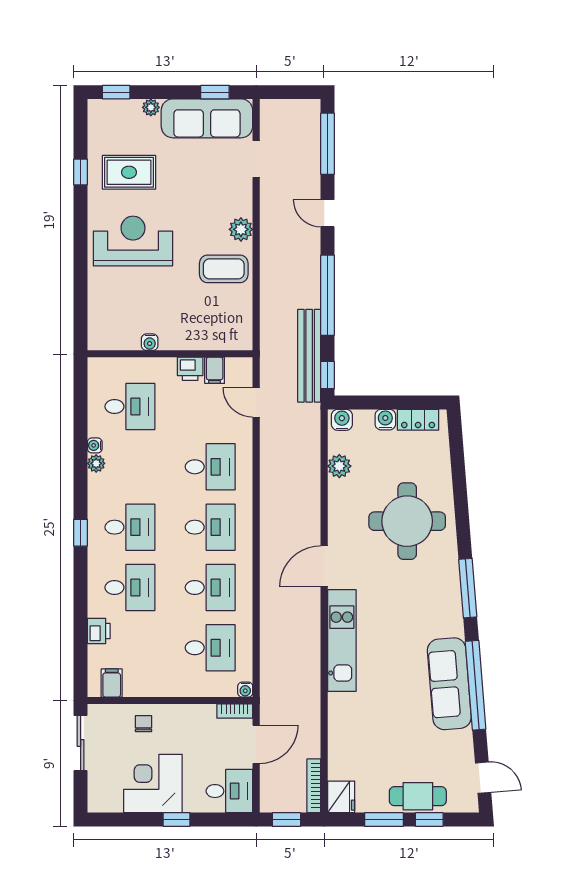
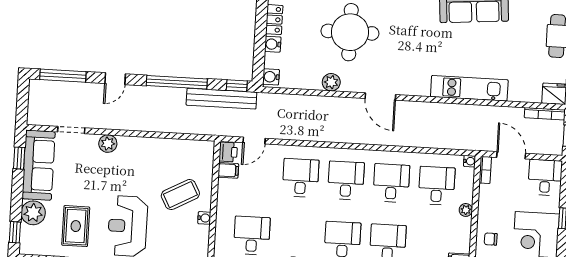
plant: (151, 107) -> (33, 213), width x1.87, depth x1.87
plant: (241, 229) -> (108, 144), moved
coffee table: (224, 269) -> (180, 195), moved, turned 62
printer: (190, 369) -> (228, 152), moved
plant: (339, 466) -> (331, 82), moved
kitchen unit: (342, 640) -> (469, 88), moved
plant: (180, 688) -> (466, 210), added

